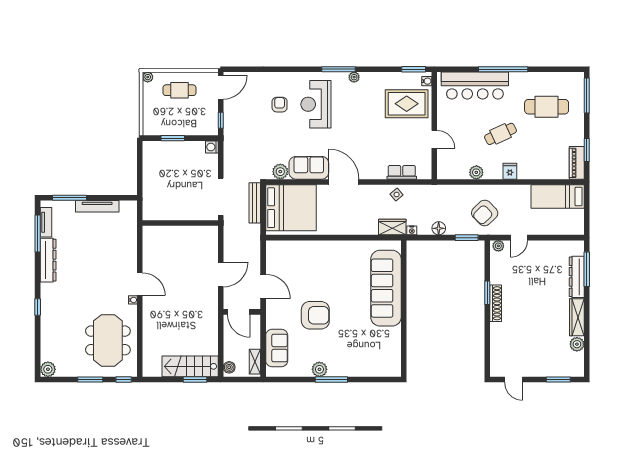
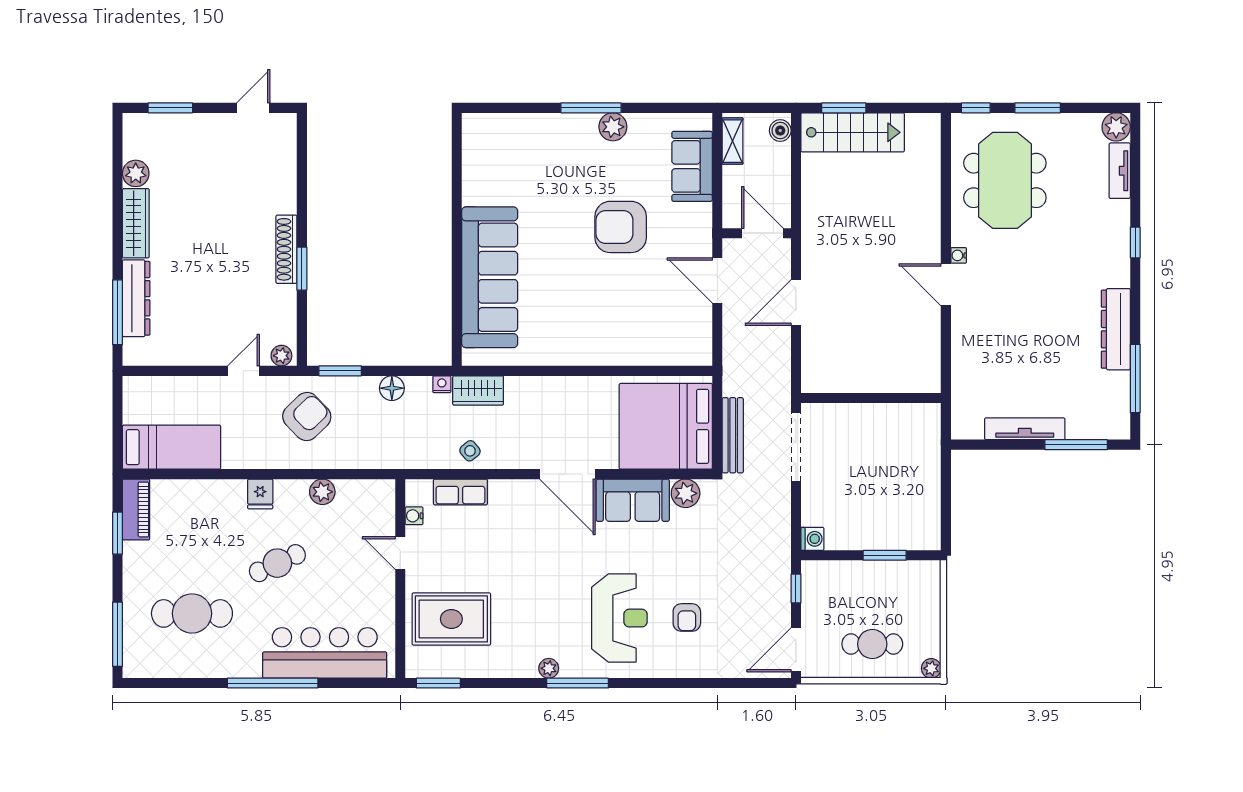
water cooler: (427, 81) -> (414, 516), moved
tv unit: (46, 222) -> (1120, 171), moved
door: (514, 380) -> (253, 108), hinge flipped

